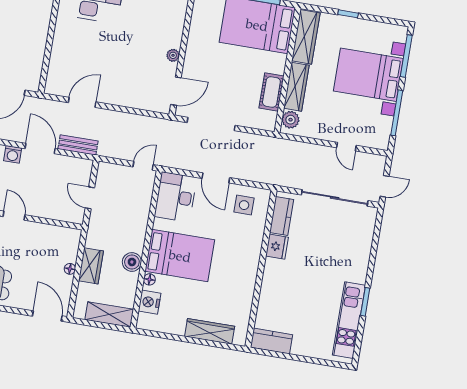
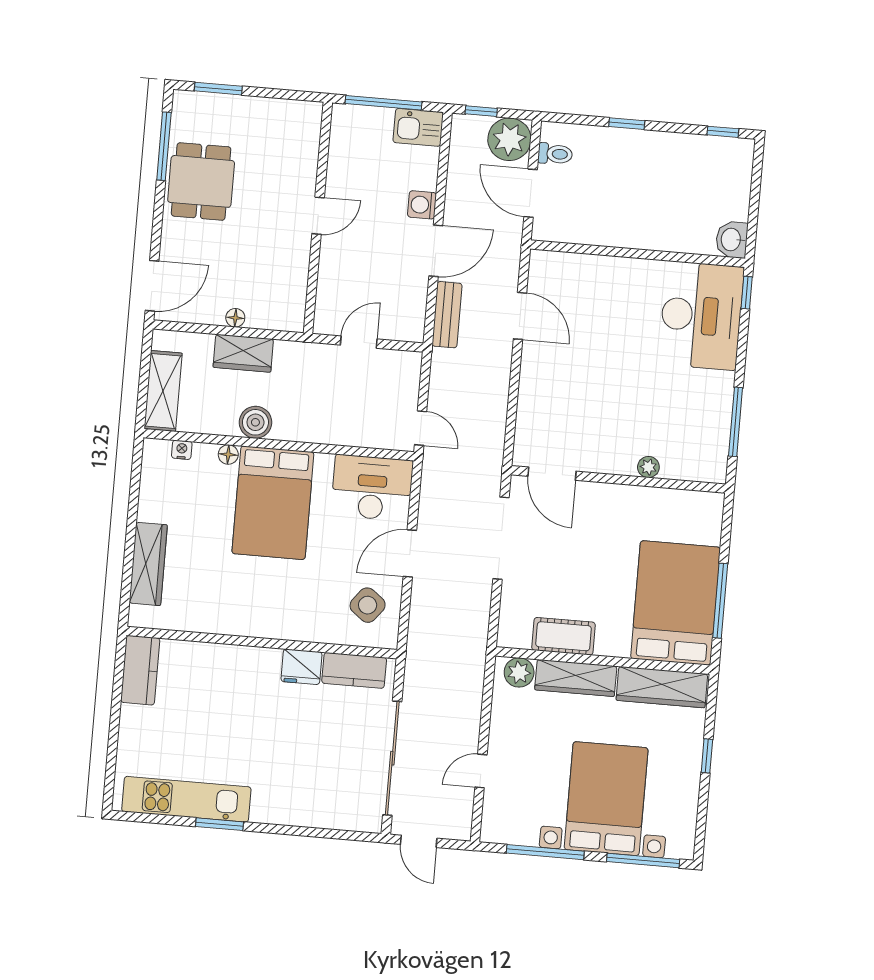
plant: (173, 55) -> (648, 467), moved
side table: (244, 205) -> (368, 605), turned 38
nightstand: (150, 302) -> (182, 450), width x0.53, depth x0.56

